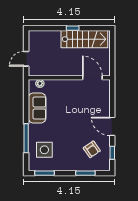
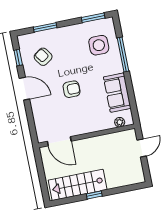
armchair: (74, 118) -> (72, 89), added

